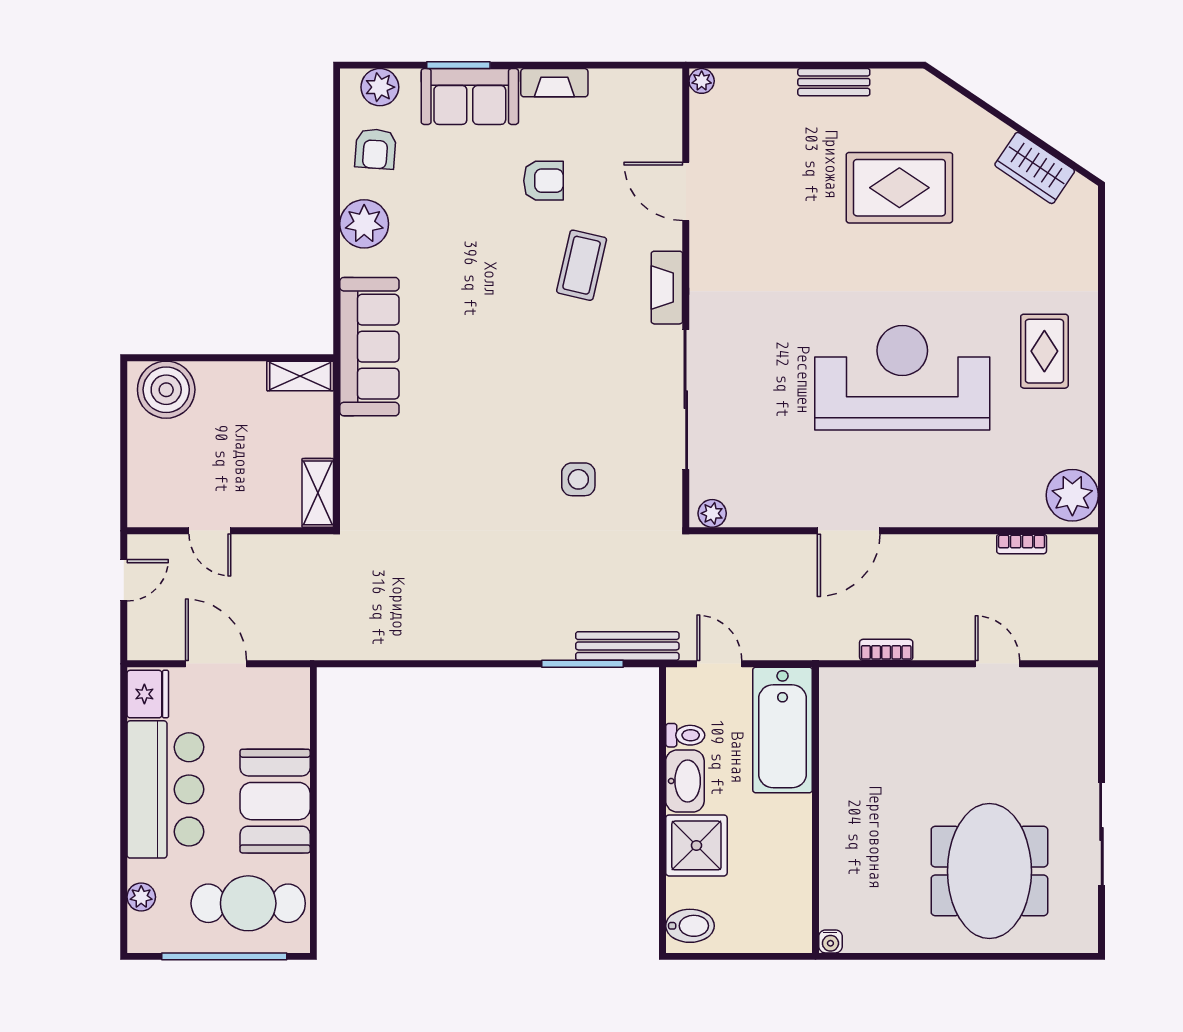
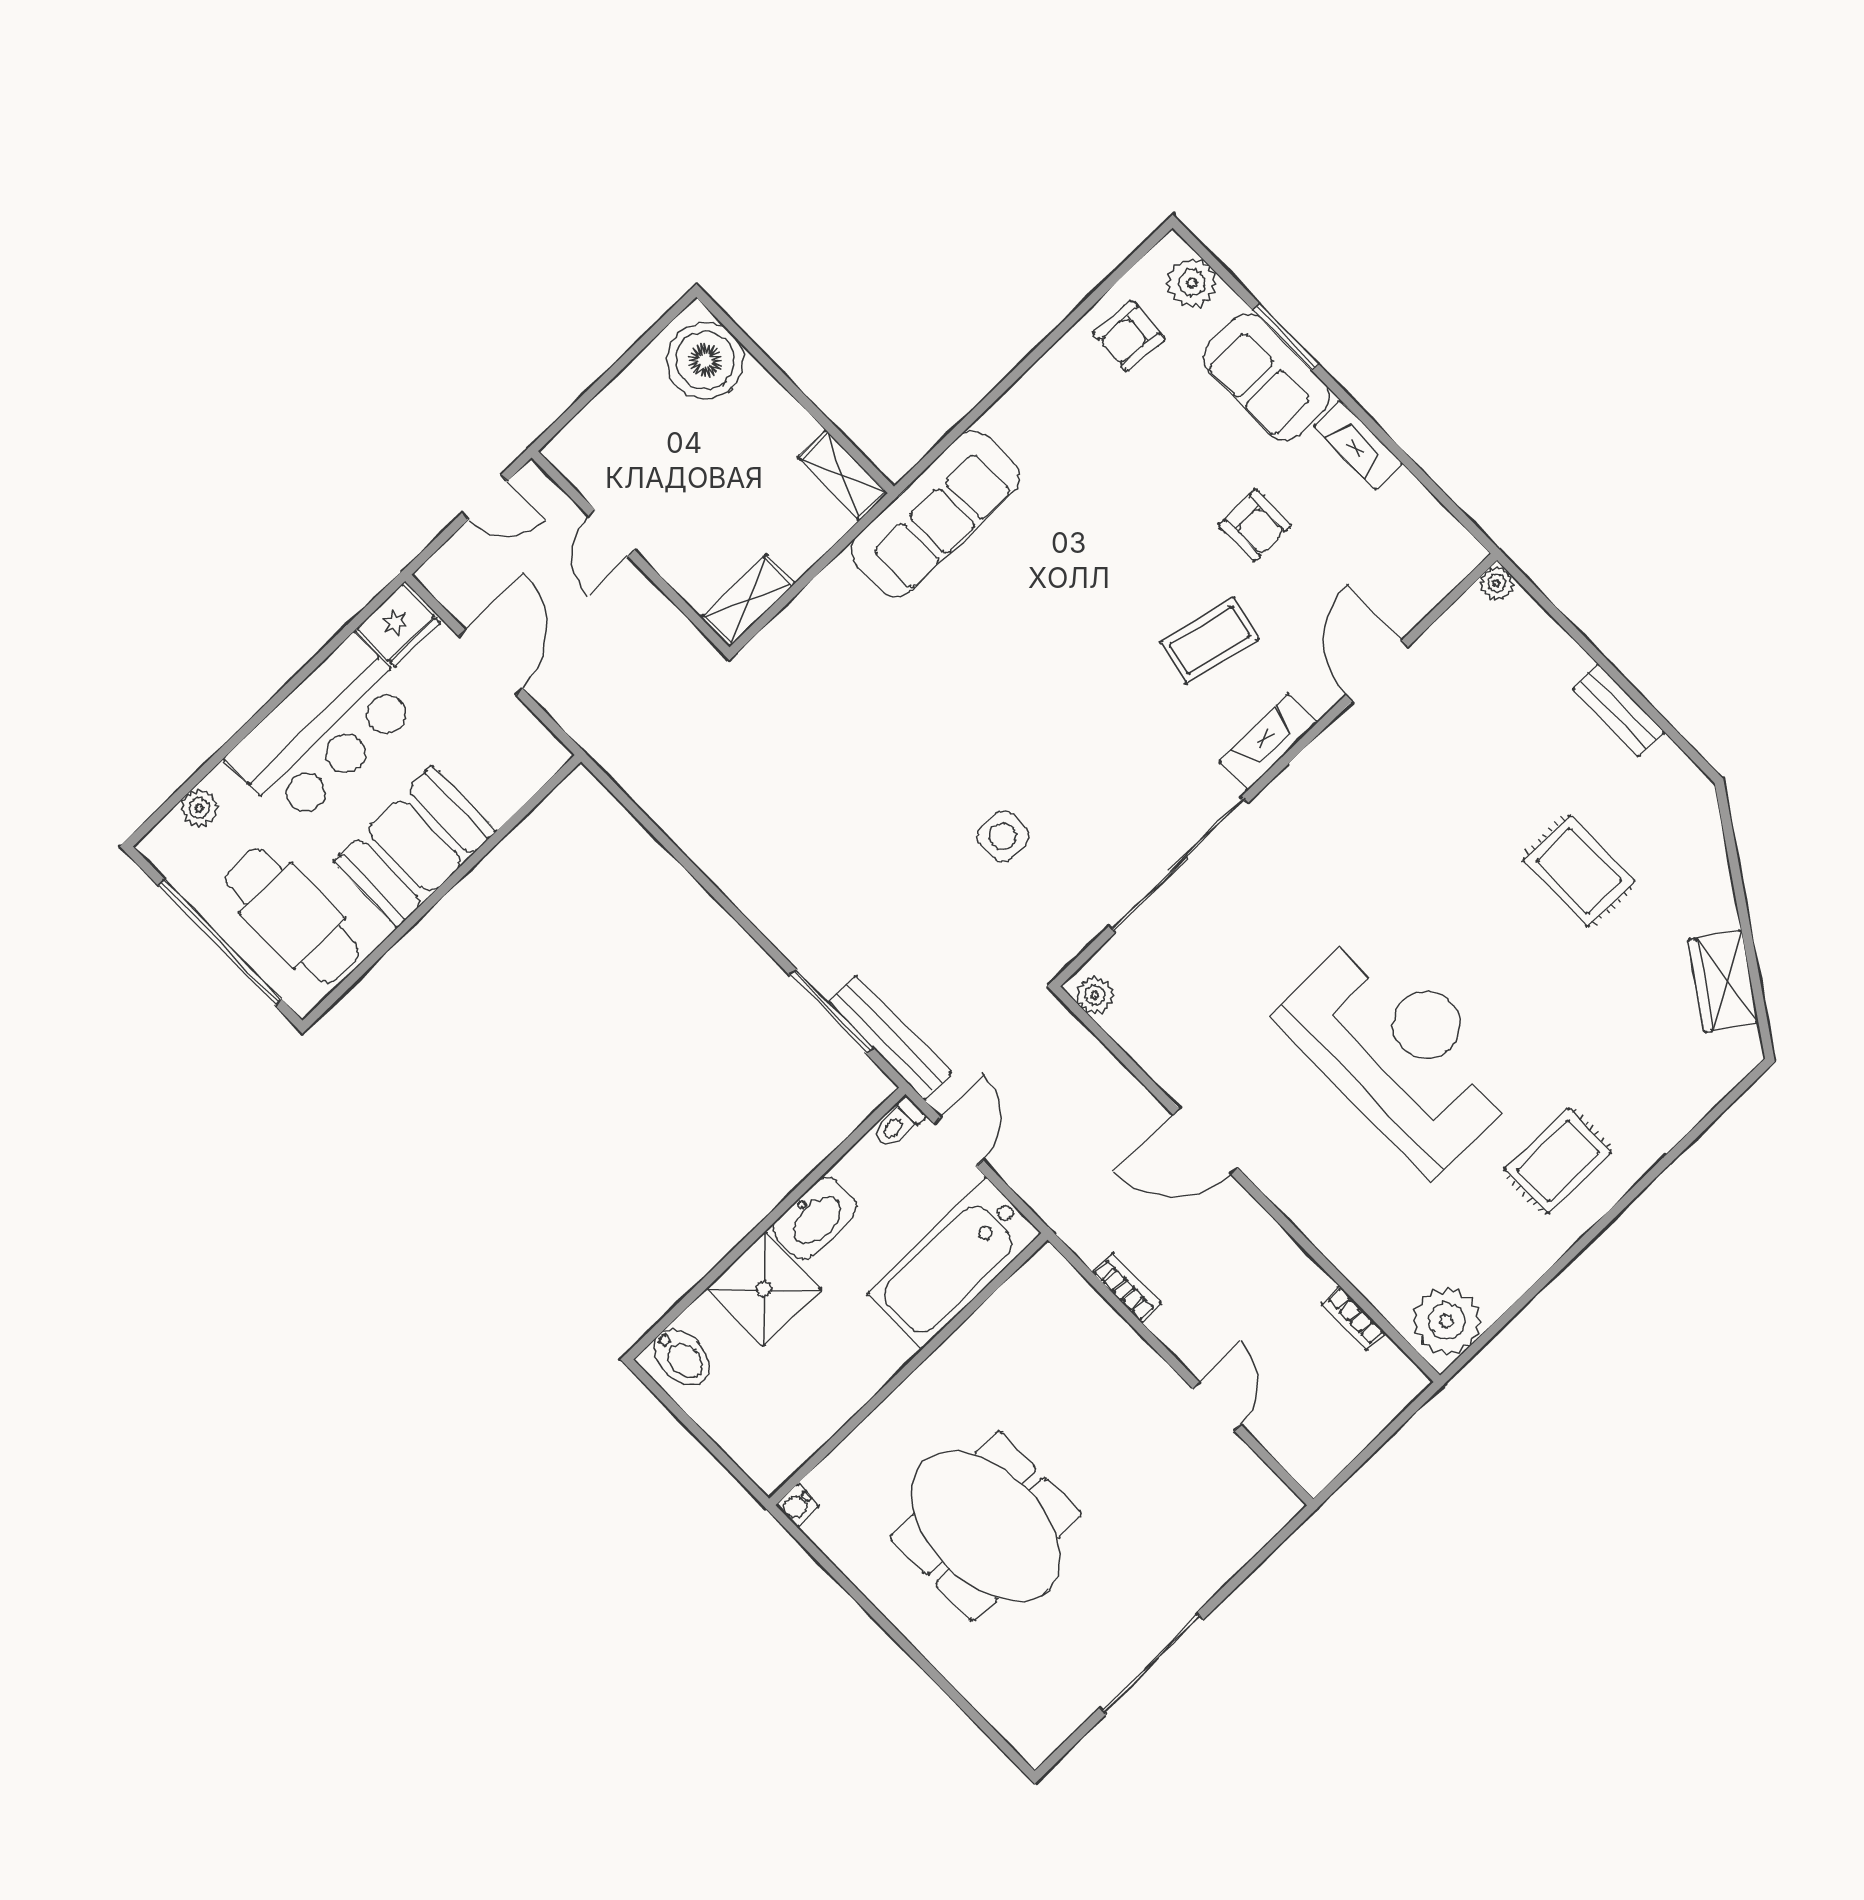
rug: (899, 188) -> (1579, 871), width x0.73, depth x0.70
plant: (364, 224) -> (1047, 395), removed
toilet: (685, 735) -> (898, 1123), moved, turned 90
meeting table: (989, 871) -> (986, 1526), moved, turned 90

